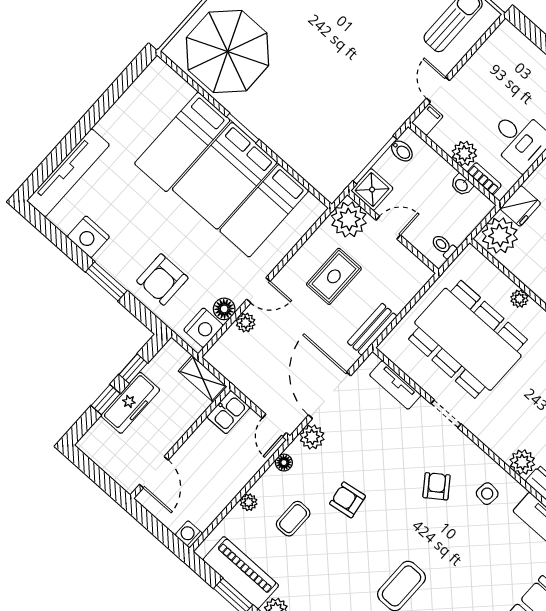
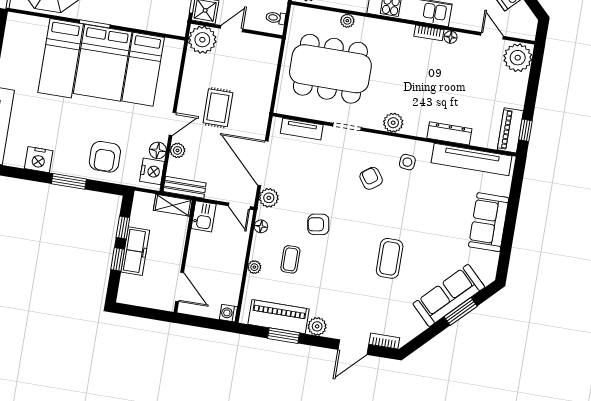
rug: (334, 276) -> (218, 108), moved
bench: (372, 329) -> (185, 187), moved, turned 90
plant: (522, 462) -> (393, 123), moved

